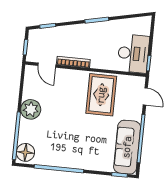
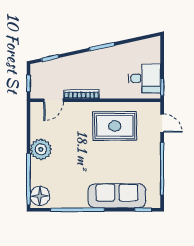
desk: (133, 54) -> (145, 78), width x0.73
door: (47, 65) -> (53, 100), hinge flipped
rug: (101, 95) -> (115, 126), turned 90
sofa: (127, 147) -> (117, 196), moved, turned 90

